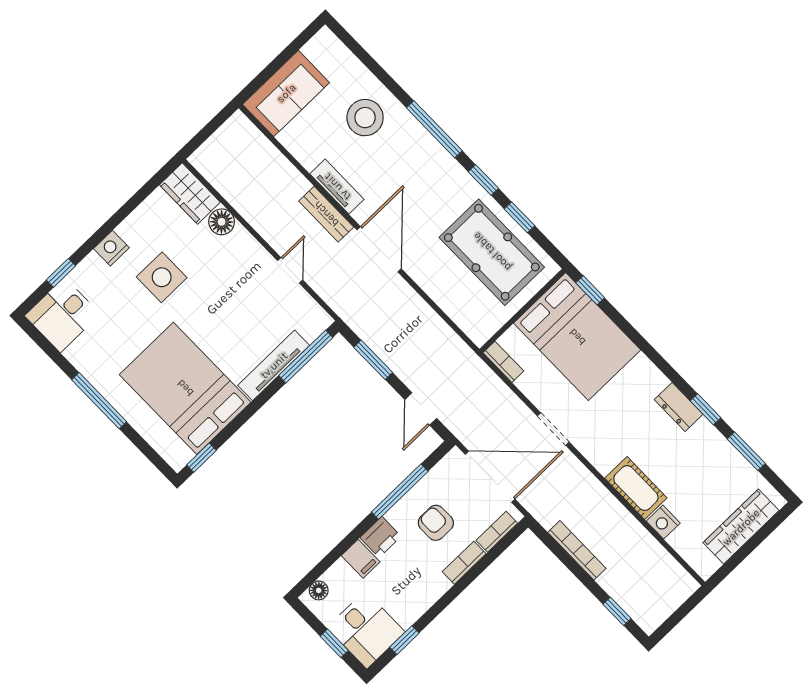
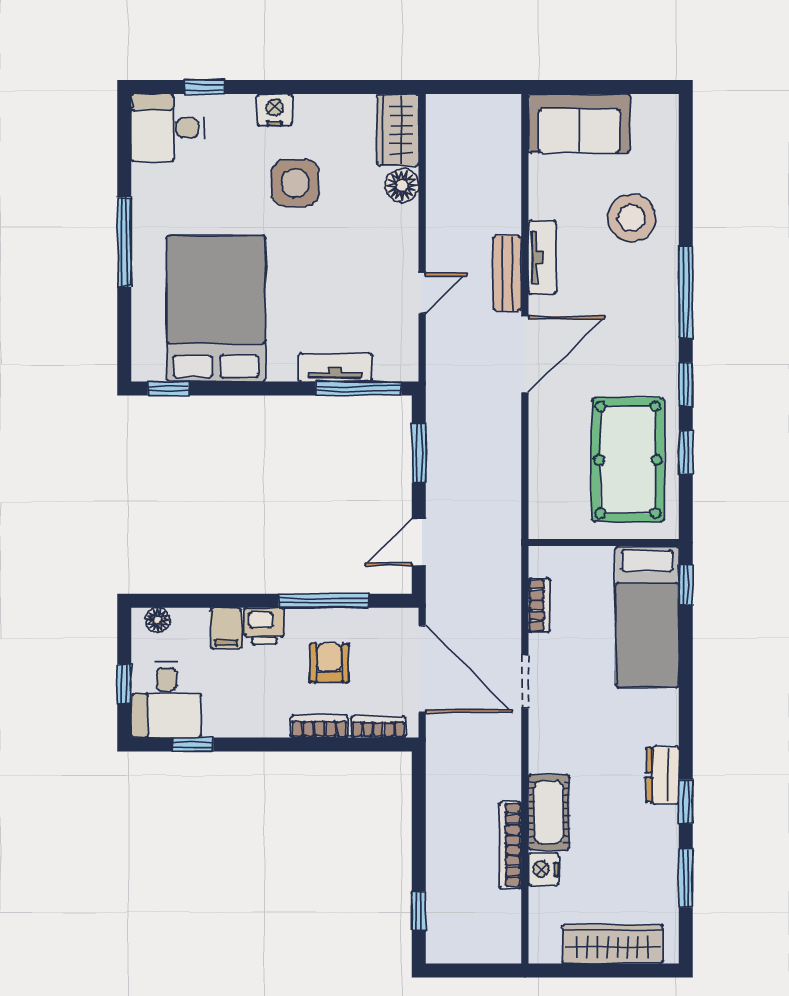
bed: (577, 337) -> (647, 617), width x0.67
bookcase: (503, 362) -> (539, 605), moved
tv unit: (274, 365) -> (335, 367), width x0.71
bookcase: (577, 550) -> (510, 845), moved, turned 180

